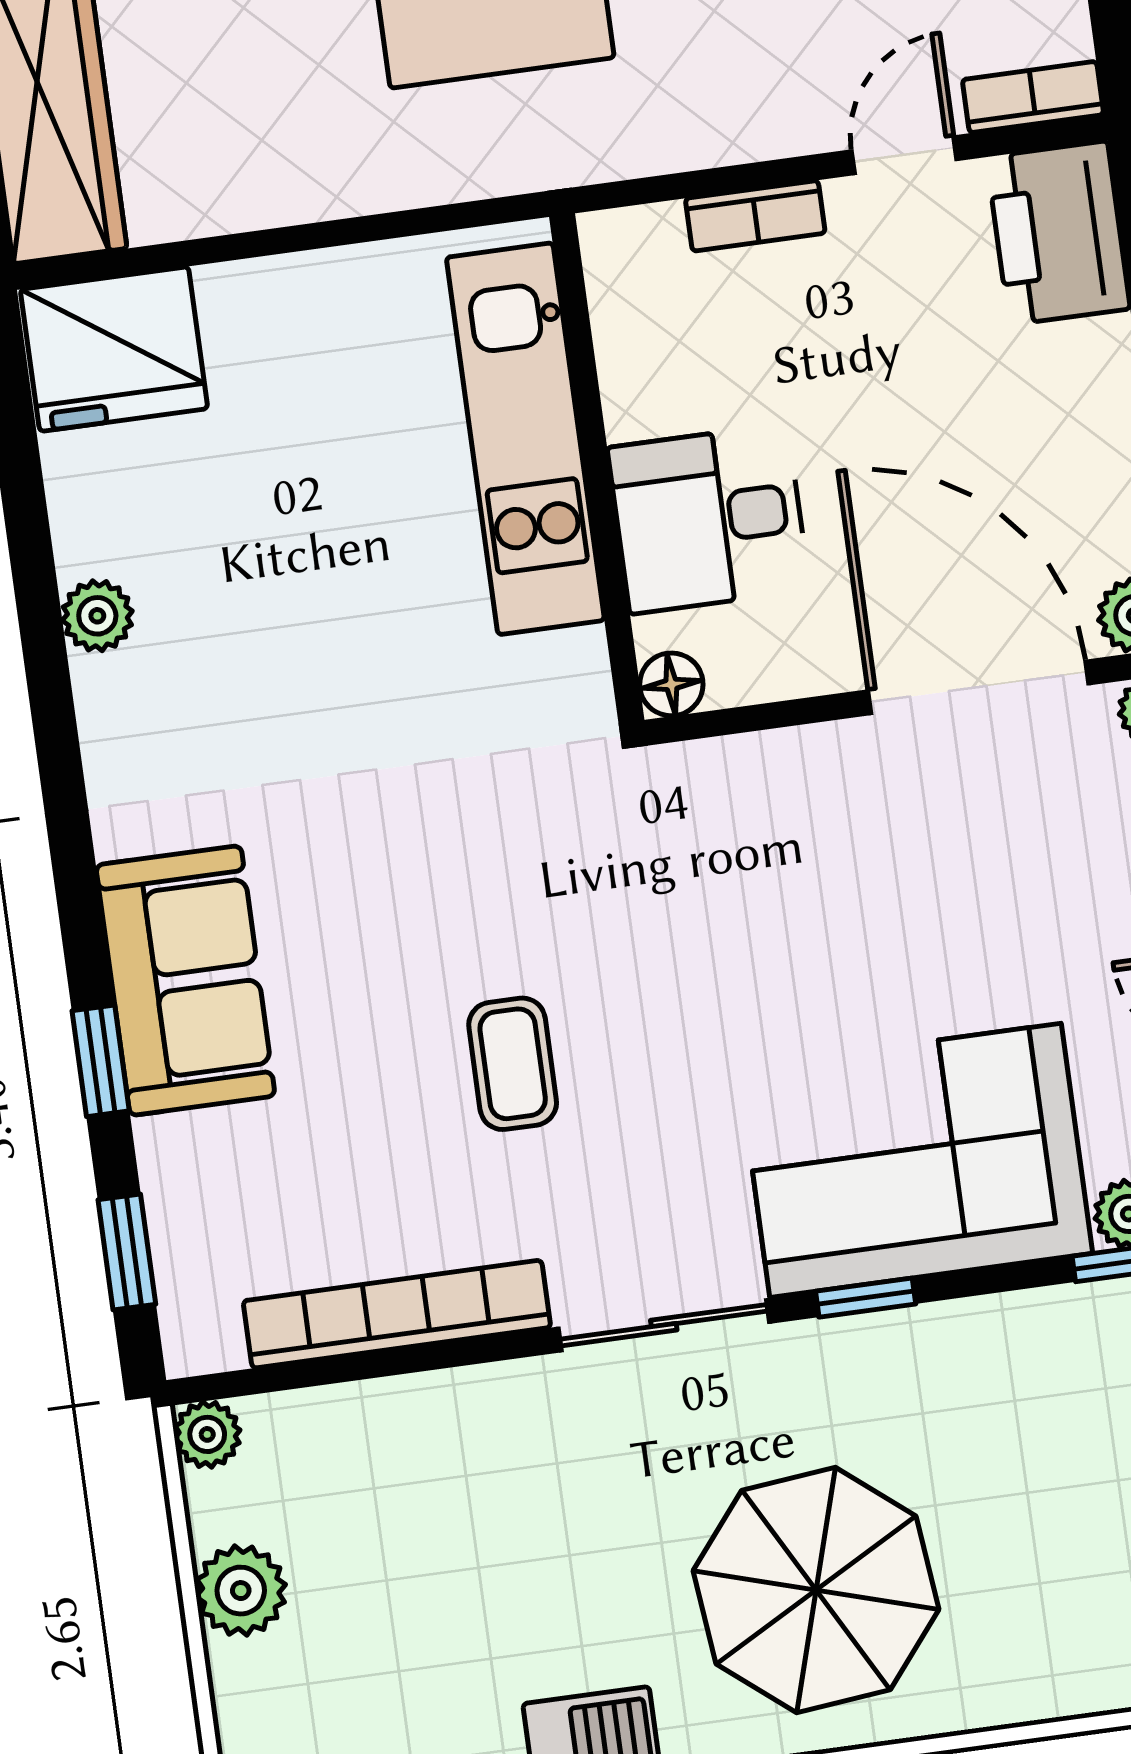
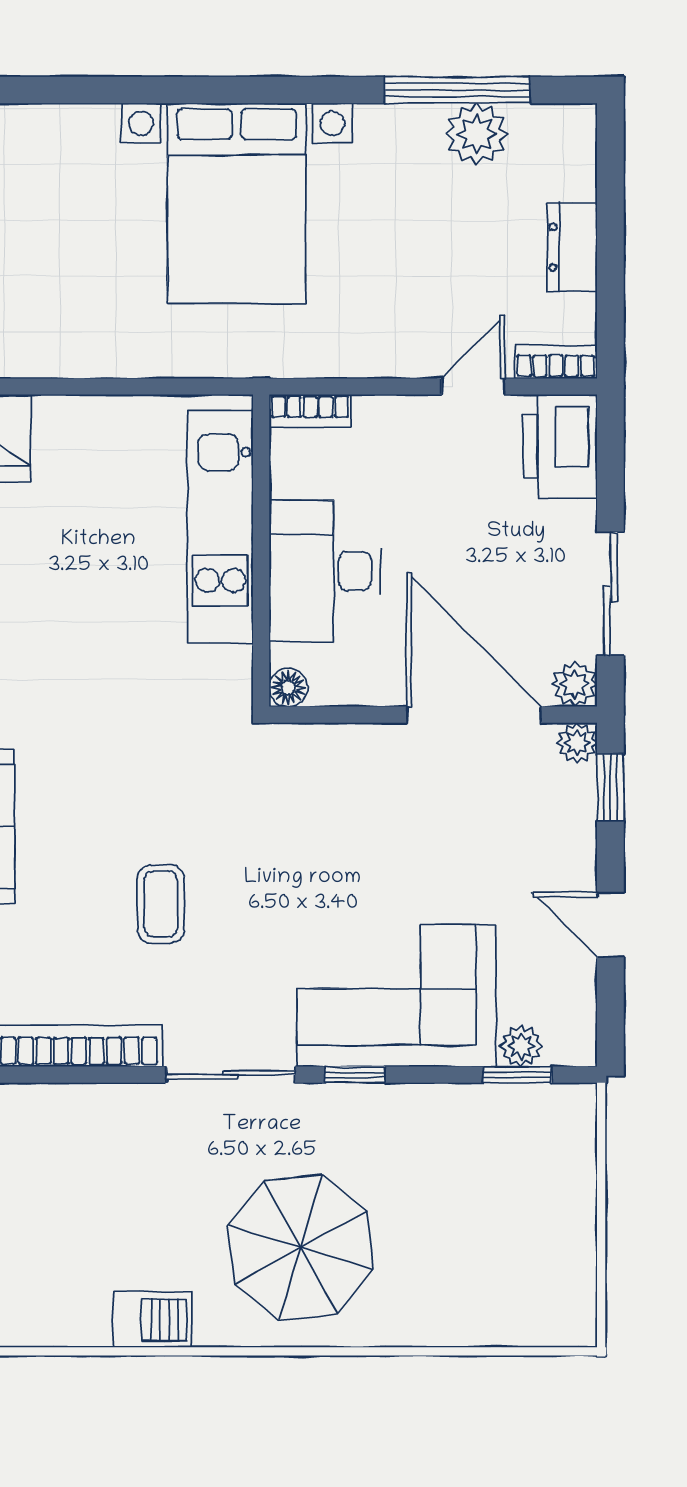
bookcase: (755, 216) -> (310, 411), moved
desk: (709, 519) -> (325, 571), width x1.37

